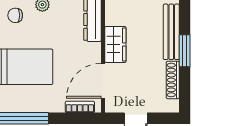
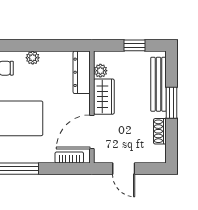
plant: (112, 18) -> (100, 71), added
shoe rack: (173, 80) -> (160, 131), width x0.70

